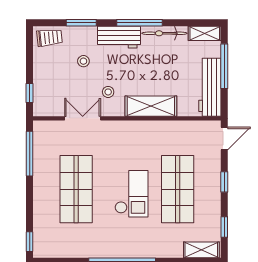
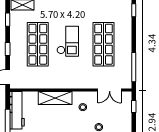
double door: (83, 118) -> (110, 90), moved
checkout: (131, 194) -> (68, 41), turned 180

